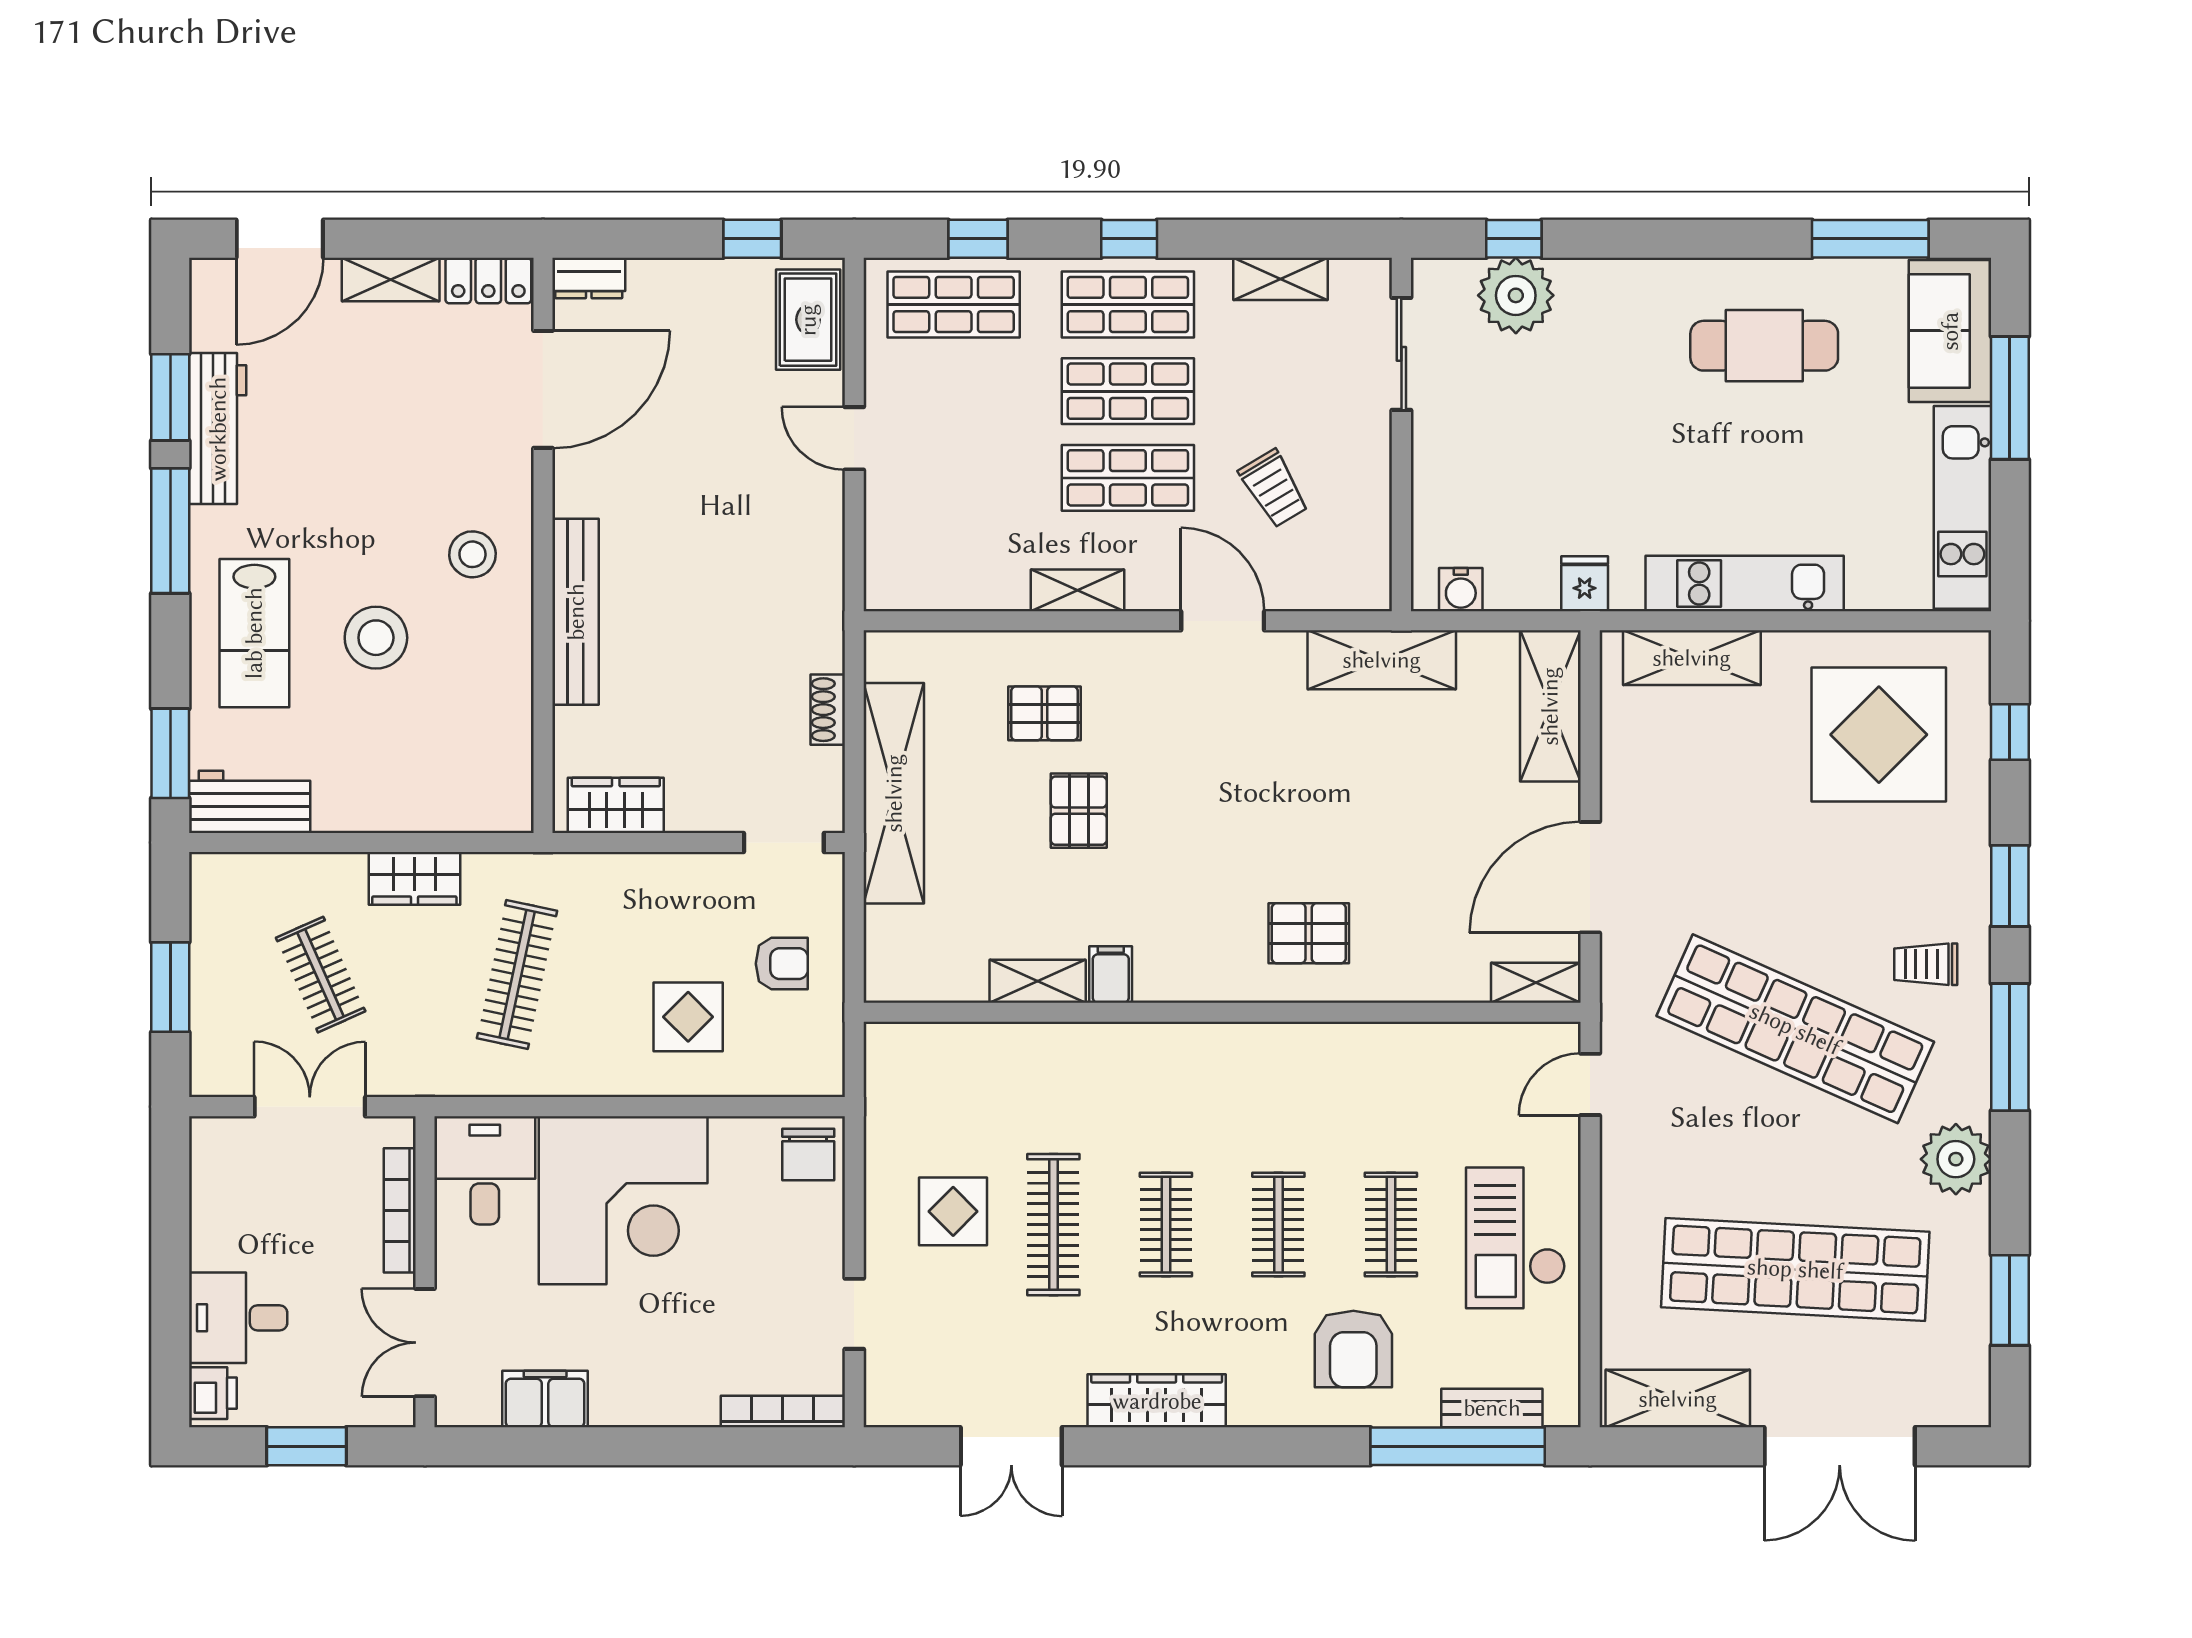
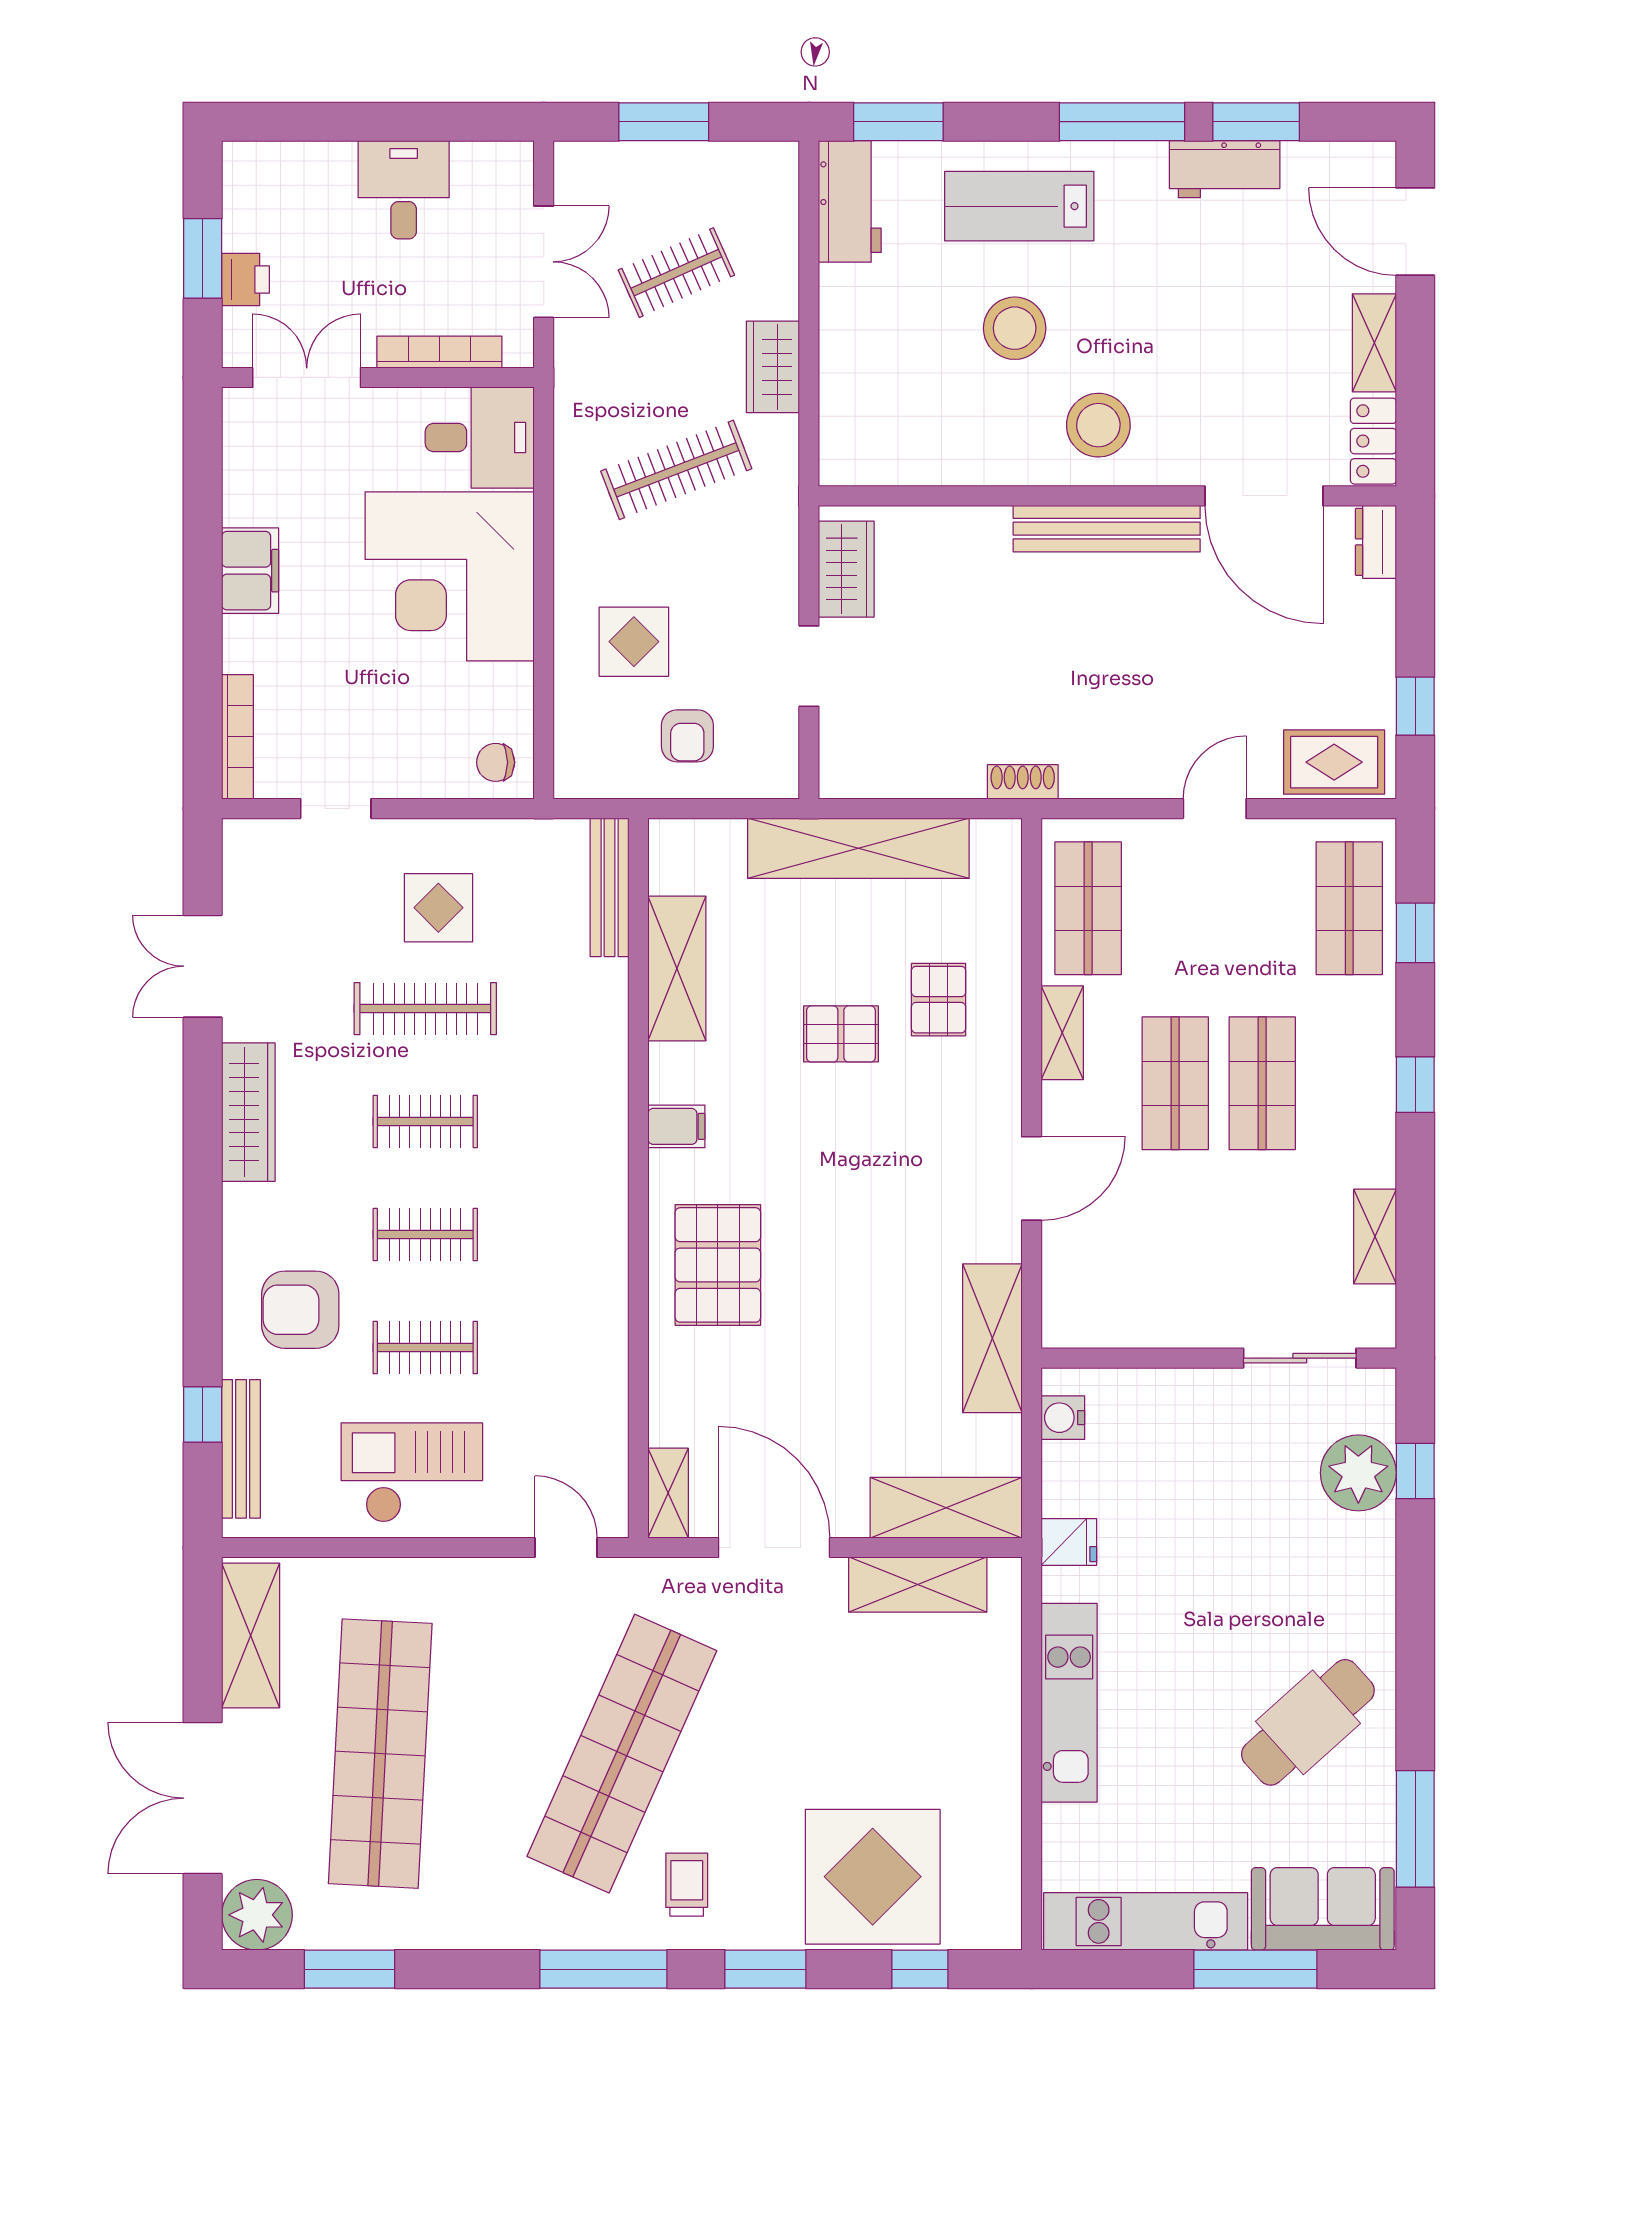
shop shelf: (1128, 304) -> (1088, 908), moved
cafe table: (1764, 346) -> (1308, 1722), turned 48
workbench: (218, 429) -> (1225, 169), width x0.73
trolley: (1274, 489) -> (1164, 1230), removed
stool: (472, 554) -> (1098, 425), width x1.38, depth x1.38
bench: (576, 612) -> (1107, 529), moved
shelving: (1692, 658) -> (918, 1585), moved, turned 90
shoe rack: (828, 710) -> (1023, 782), moved
display table: (1879, 735) -> (873, 1877), moved
doorway: (784, 842) -> (809, 666), moved
pallet: (1309, 933) -> (718, 1265), width x1.50, depth x1.42
filing cabinet: (1111, 974) -> (676, 1126), moved
clothes rail: (517, 975) -> (676, 470), turned -33
shelving: (1038, 981) -> (677, 969), width x1.50, depth x1.33
bench: (933, 1041) -> (610, 887), added
chair: (808, 1155) -> (496, 762), width x0.73, depth x0.73
plant: (1956, 1159) -> (257, 1915), moved
desk: (238, 1318) -> (404, 190), moved
printer: (213, 1393) -> (245, 280), moved, turned -90
filing cabinet: (545, 1399) -> (250, 571), moved
bench: (1492, 1408) -> (241, 1449), width x1.36
window: (1458, 1446) -> (203, 1415), width x0.32

